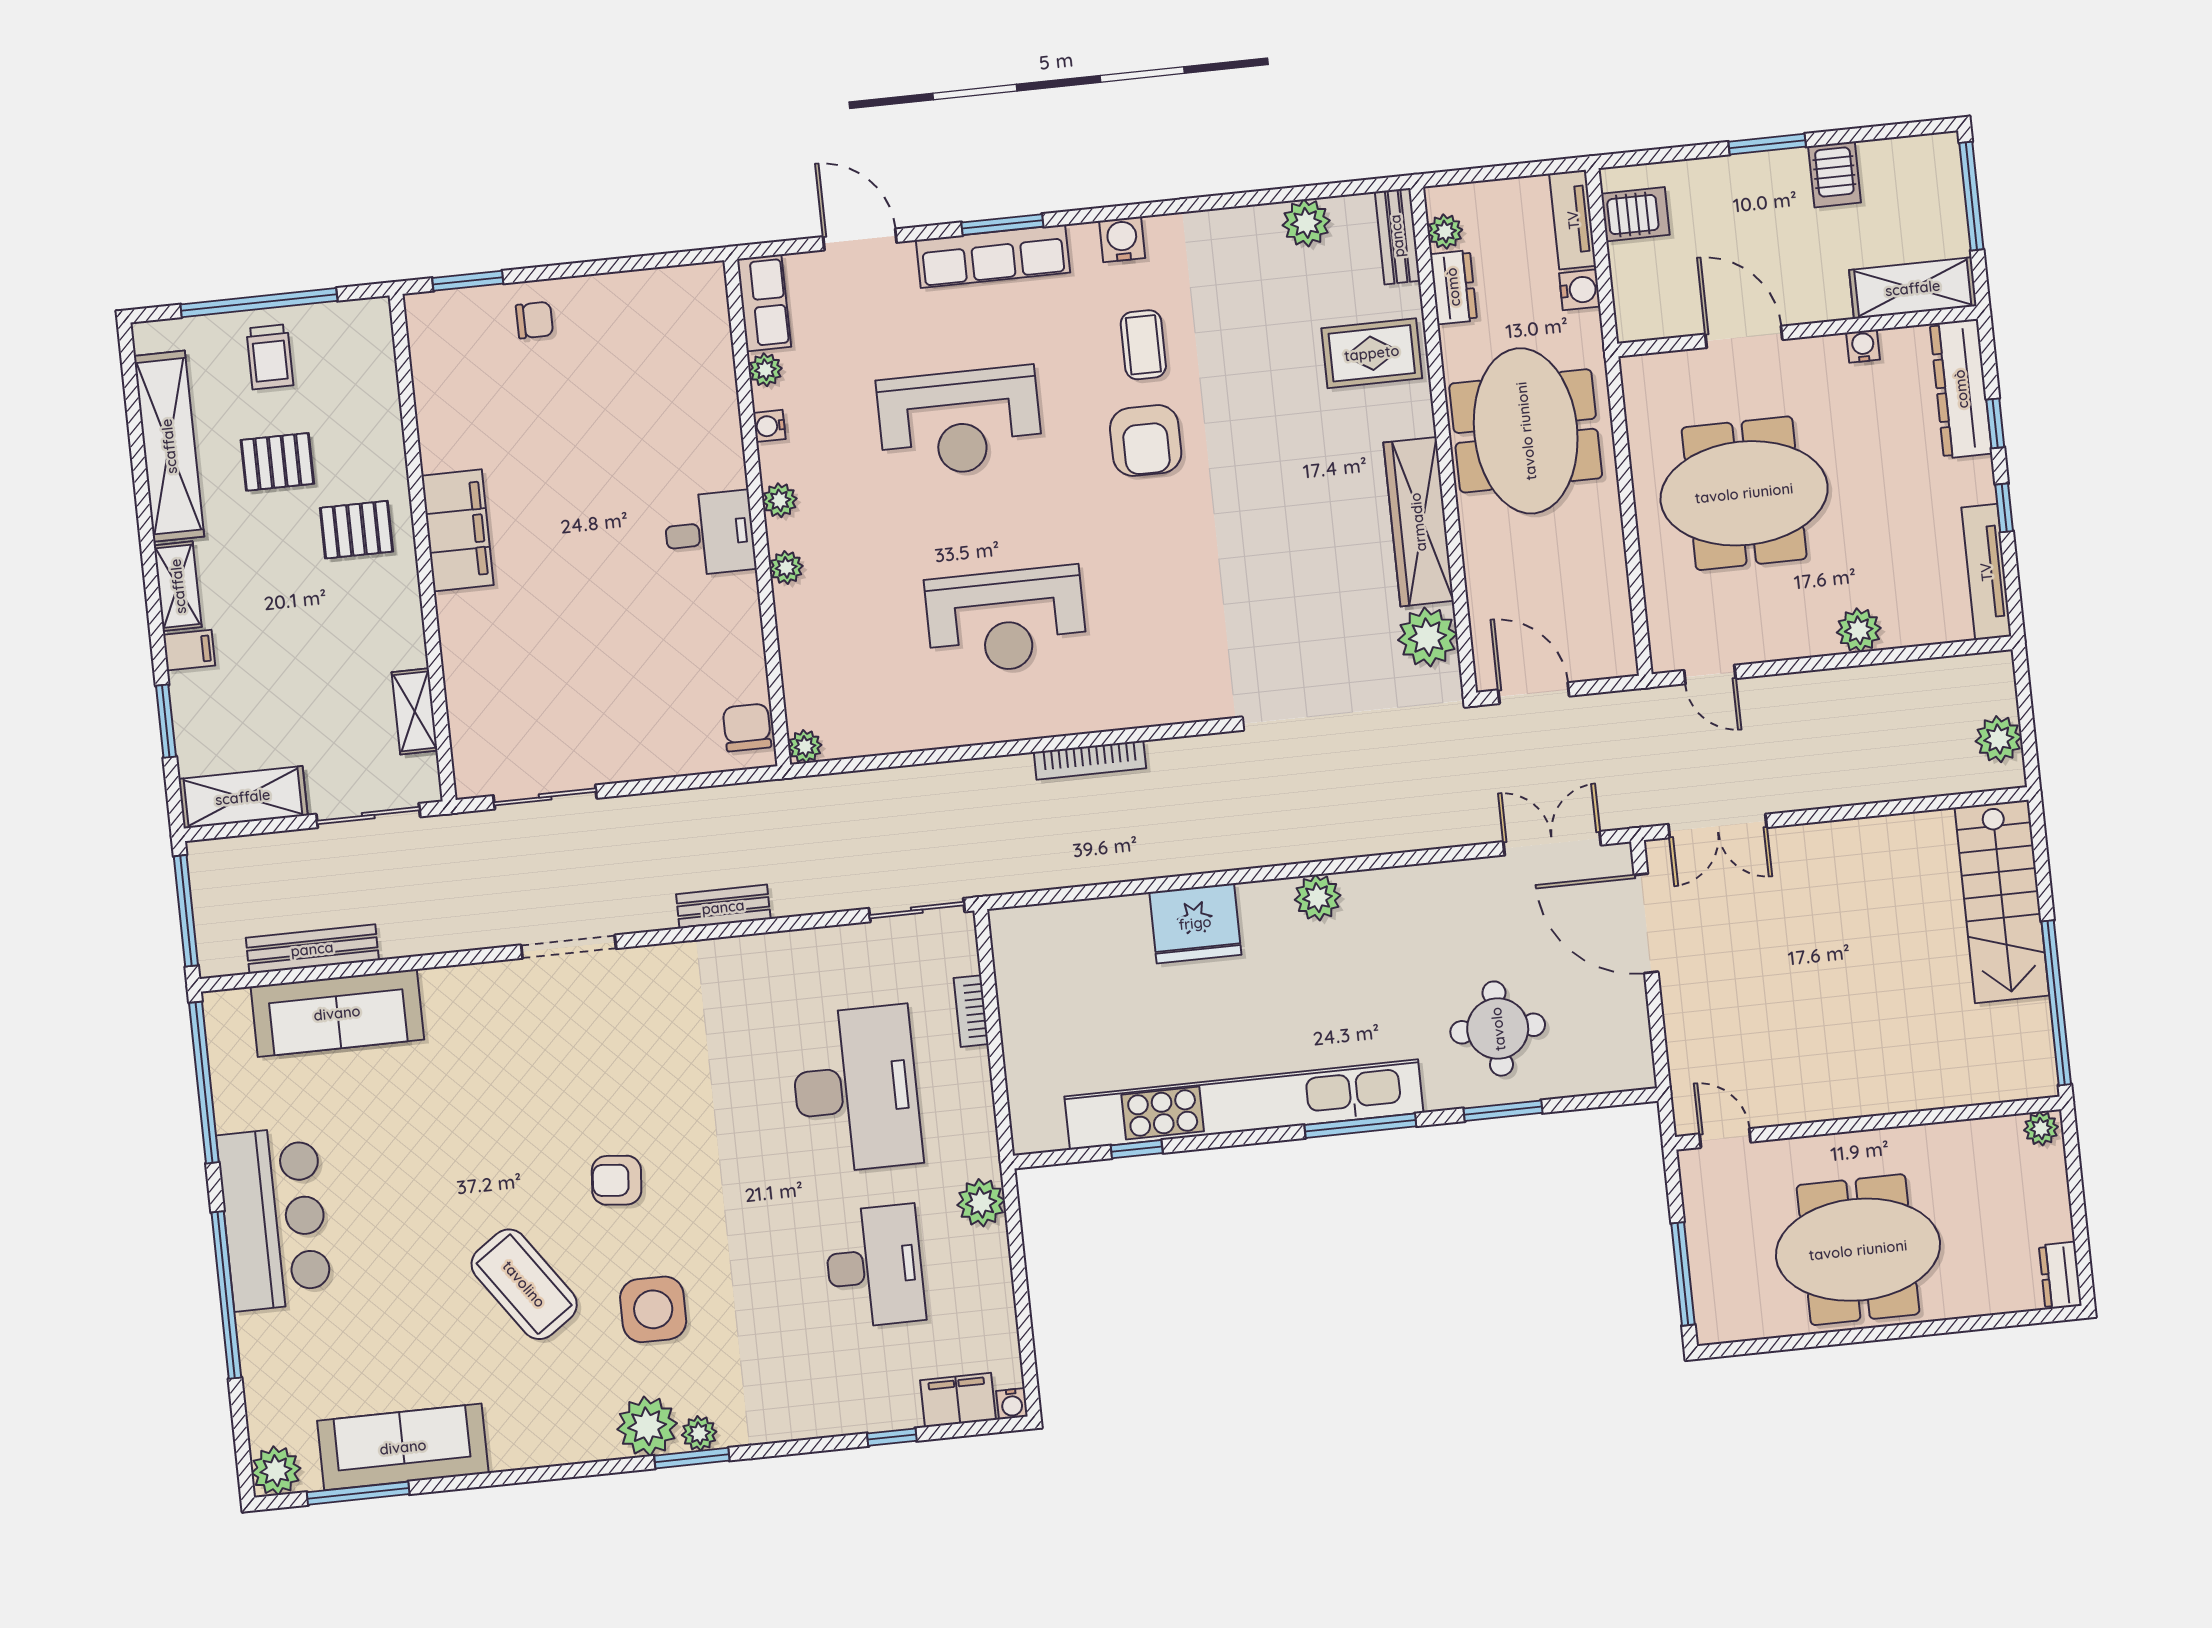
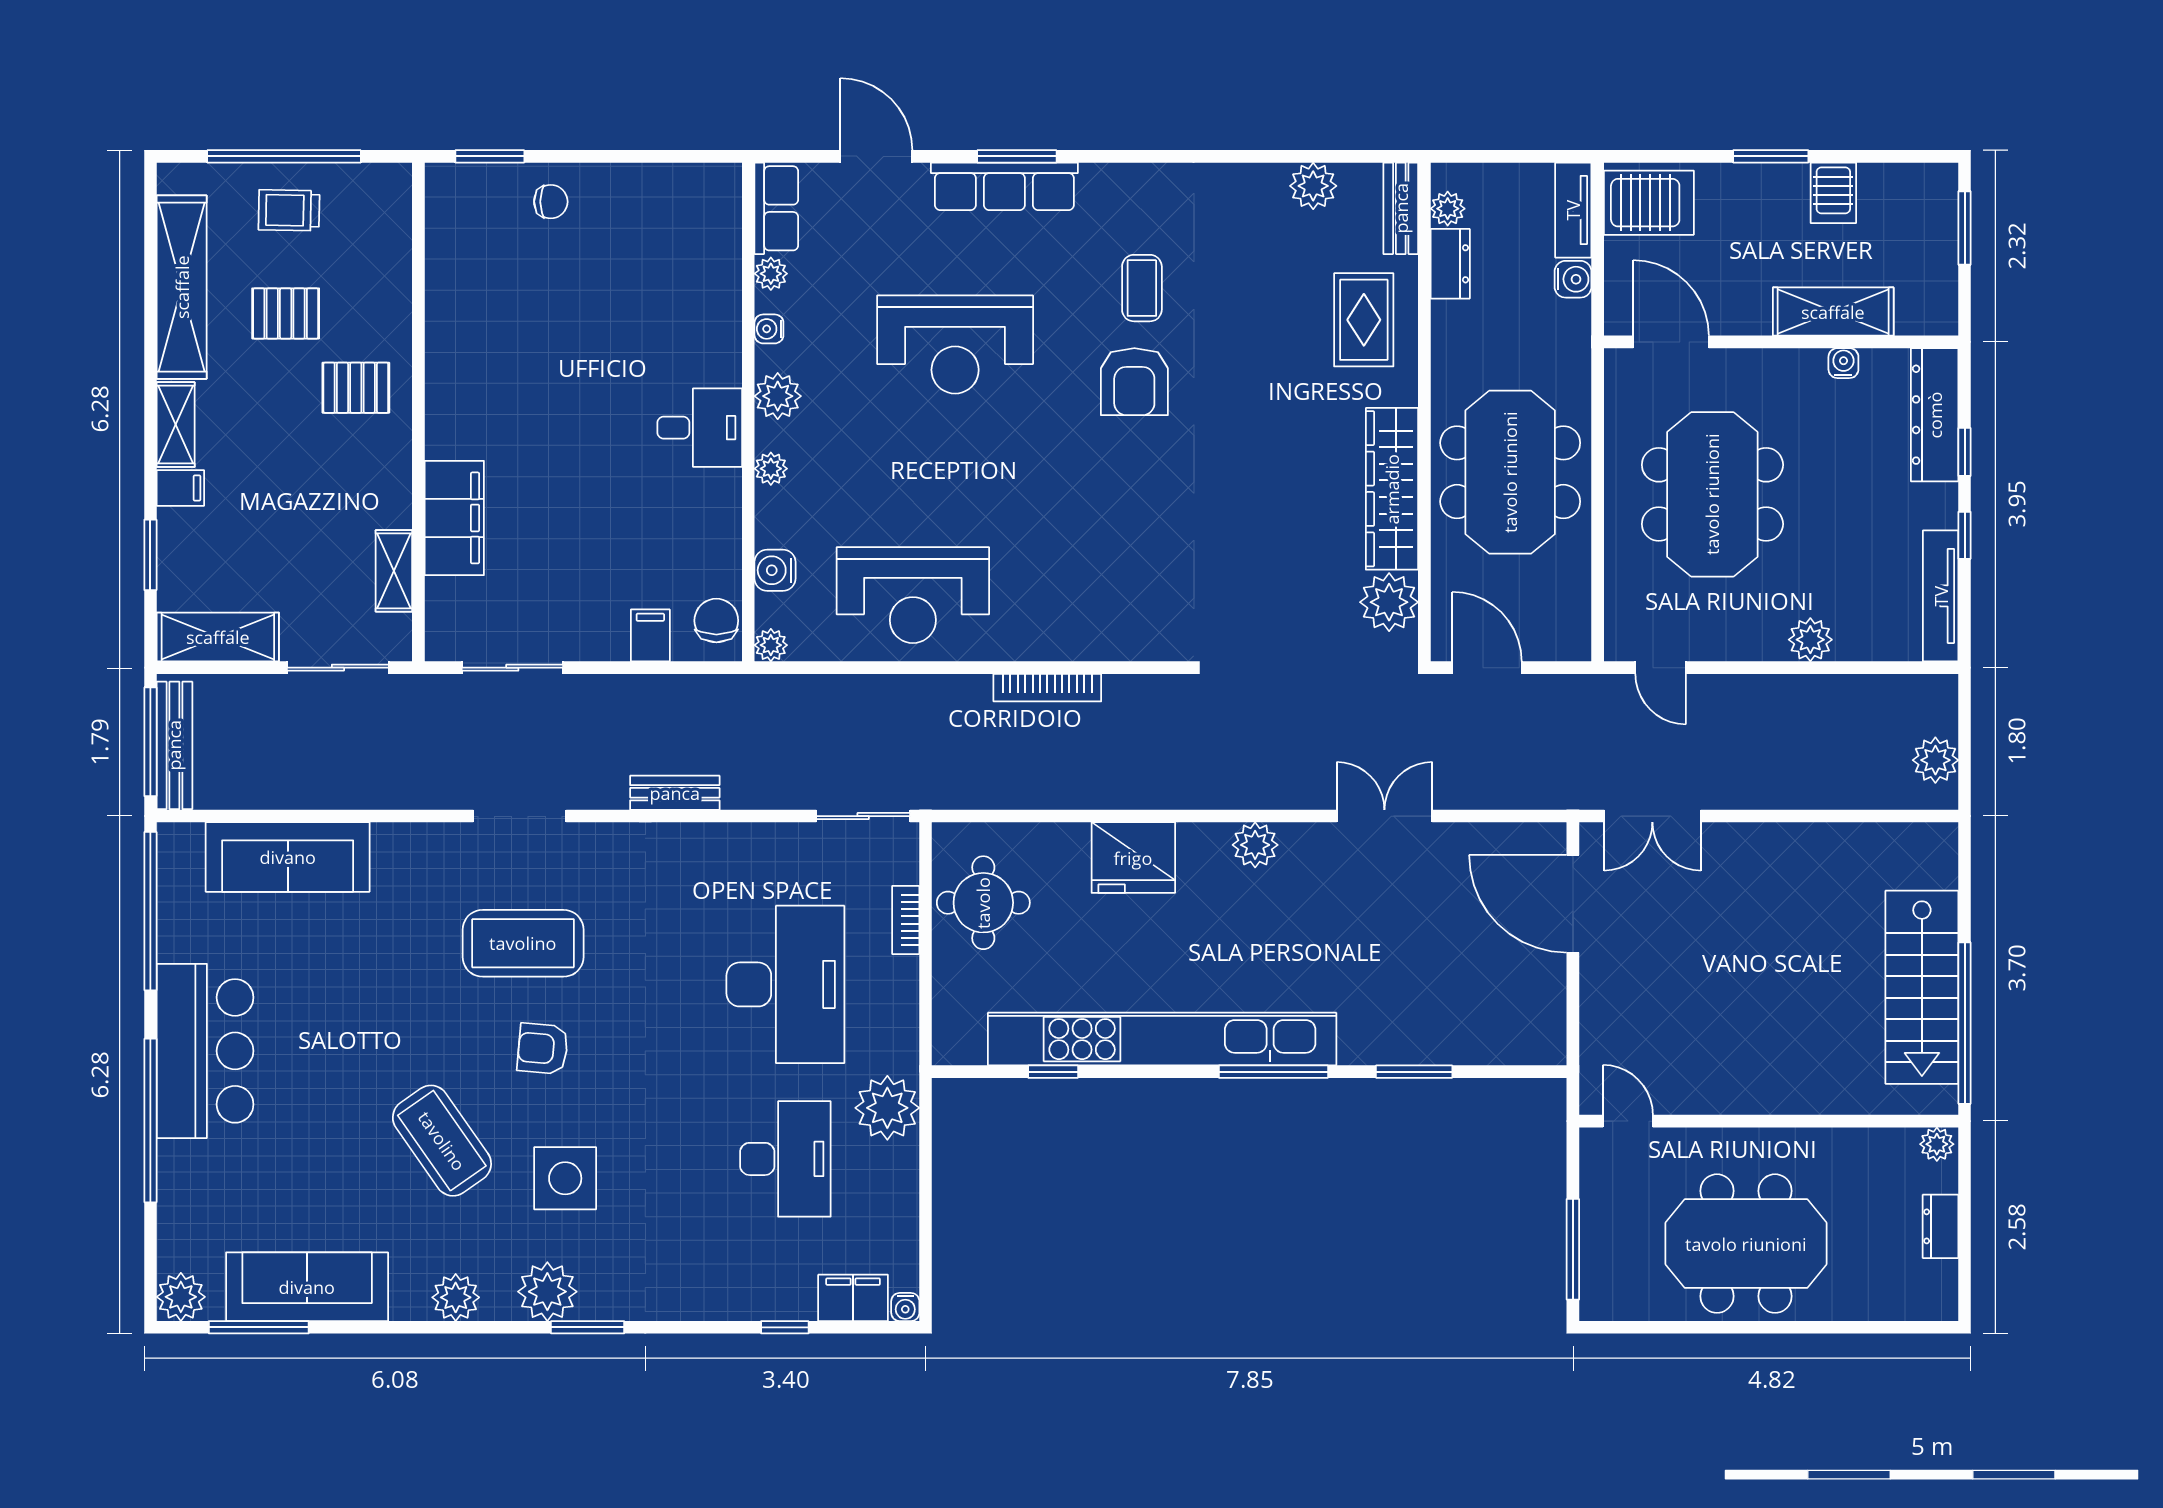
window: (1971, 196) -> (1965, 228), width x0.69
server rack: (1635, 214) -> (1649, 203), width x1.36, depth x1.44
water cooler: (1122, 239) -> (775, 570), moved, turned -90
shelving: (1913, 288) -> (1833, 312), moved
door: (1744, 337) -> (1671, 342), moved
rug: (1372, 353) -> (1364, 320), turned 90
trolley: (270, 357) -> (289, 210), turned 91
meeting table: (1526, 431) -> (1510, 472), moved
meeting table: (1744, 493) -> (1712, 494), turned 90
plant: (780, 500) -> (778, 396), width x1.38, depth x1.38
filing cabinet: (458, 530) -> (454, 518), moved
reception desk: (1006, 620) -> (913, 595), moved
filing cabinet: (682, 750) -> (650, 635), added
double door: (1552, 843) -> (1384, 816), moved
stairs: (2002, 901) -> (1922, 987), moved
bench: (312, 949) -> (174, 745), moved, turned 90
round table: (1498, 1029) -> (983, 903), moved
coffee table: (585, 1075) -> (523, 943), added
plant: (981, 1203) -> (887, 1108), width x1.36, depth x1.36
dresser: (2060, 1275) -> (1941, 1226), moved
plant: (699, 1433) -> (456, 1297), moved, width x1.38, depth x1.38

